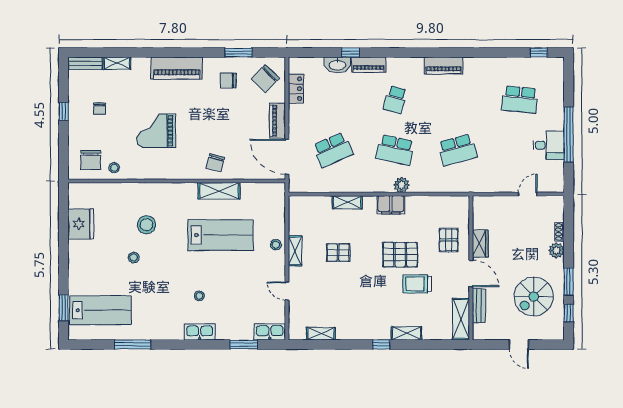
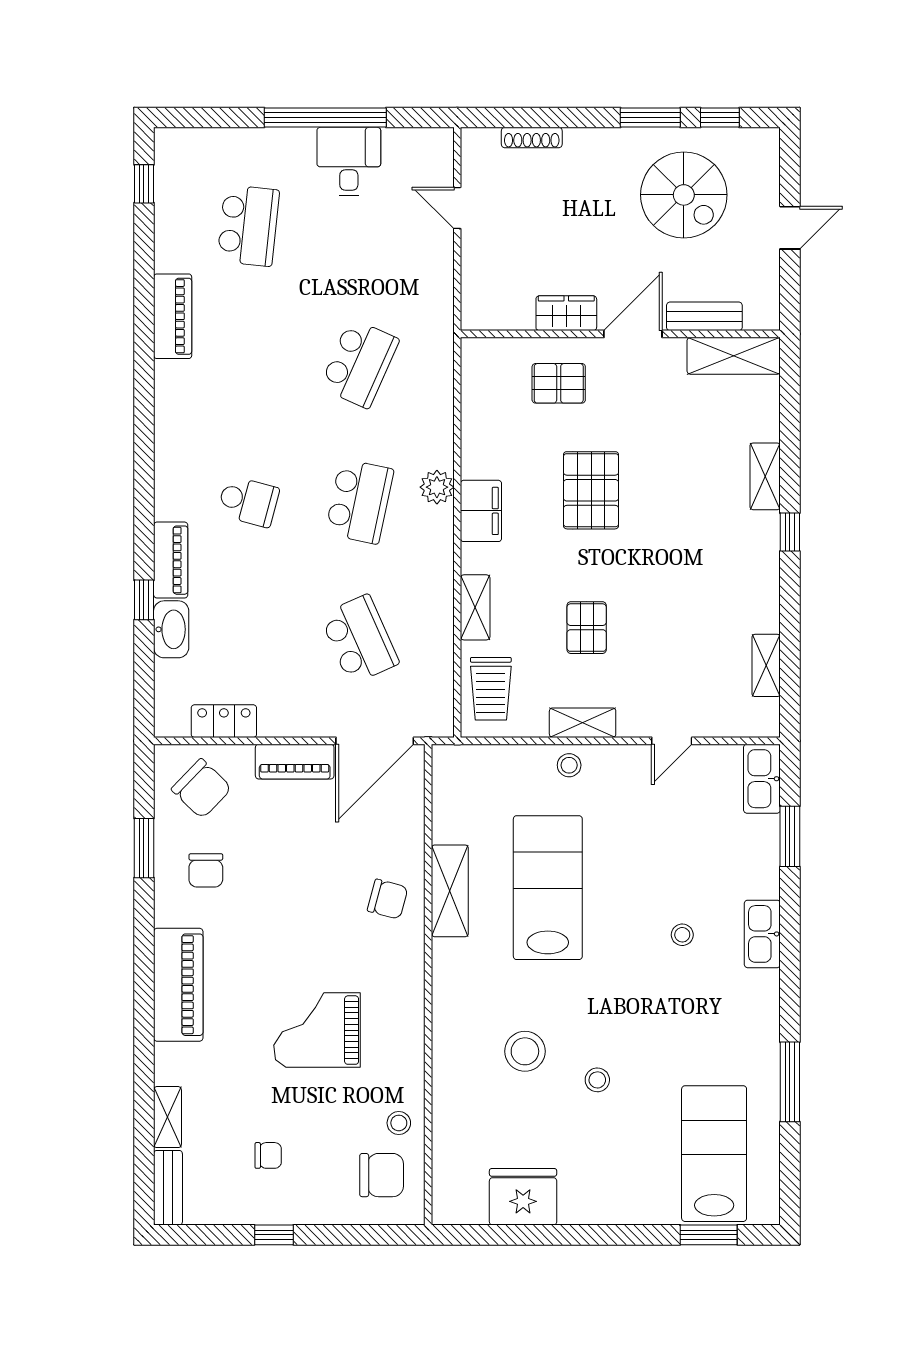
piano: (444, 66) -> (173, 316), moved
grand piano: (156, 131) -> (317, 1030), turned 90
school desk: (457, 150) -> (359, 363), turned 39
shoe rack: (560, 232) -> (532, 138), width x1.43
plant: (556, 250) -> (582, 144), removed
trolley: (417, 284) -> (491, 689), moved

